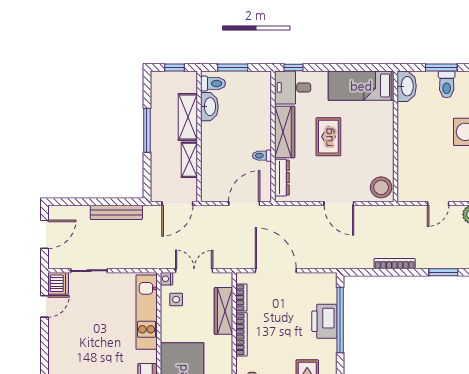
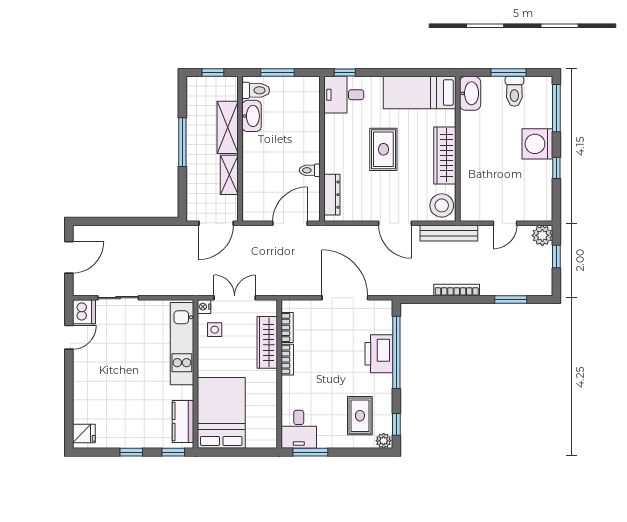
wardrobe: (285, 132) -> (445, 155), moved, turned 180
bench: (116, 212) -> (449, 233), moved
door: (276, 271) -> (345, 298), moved
bookcase: (242, 334) -> (287, 360), width x0.64

